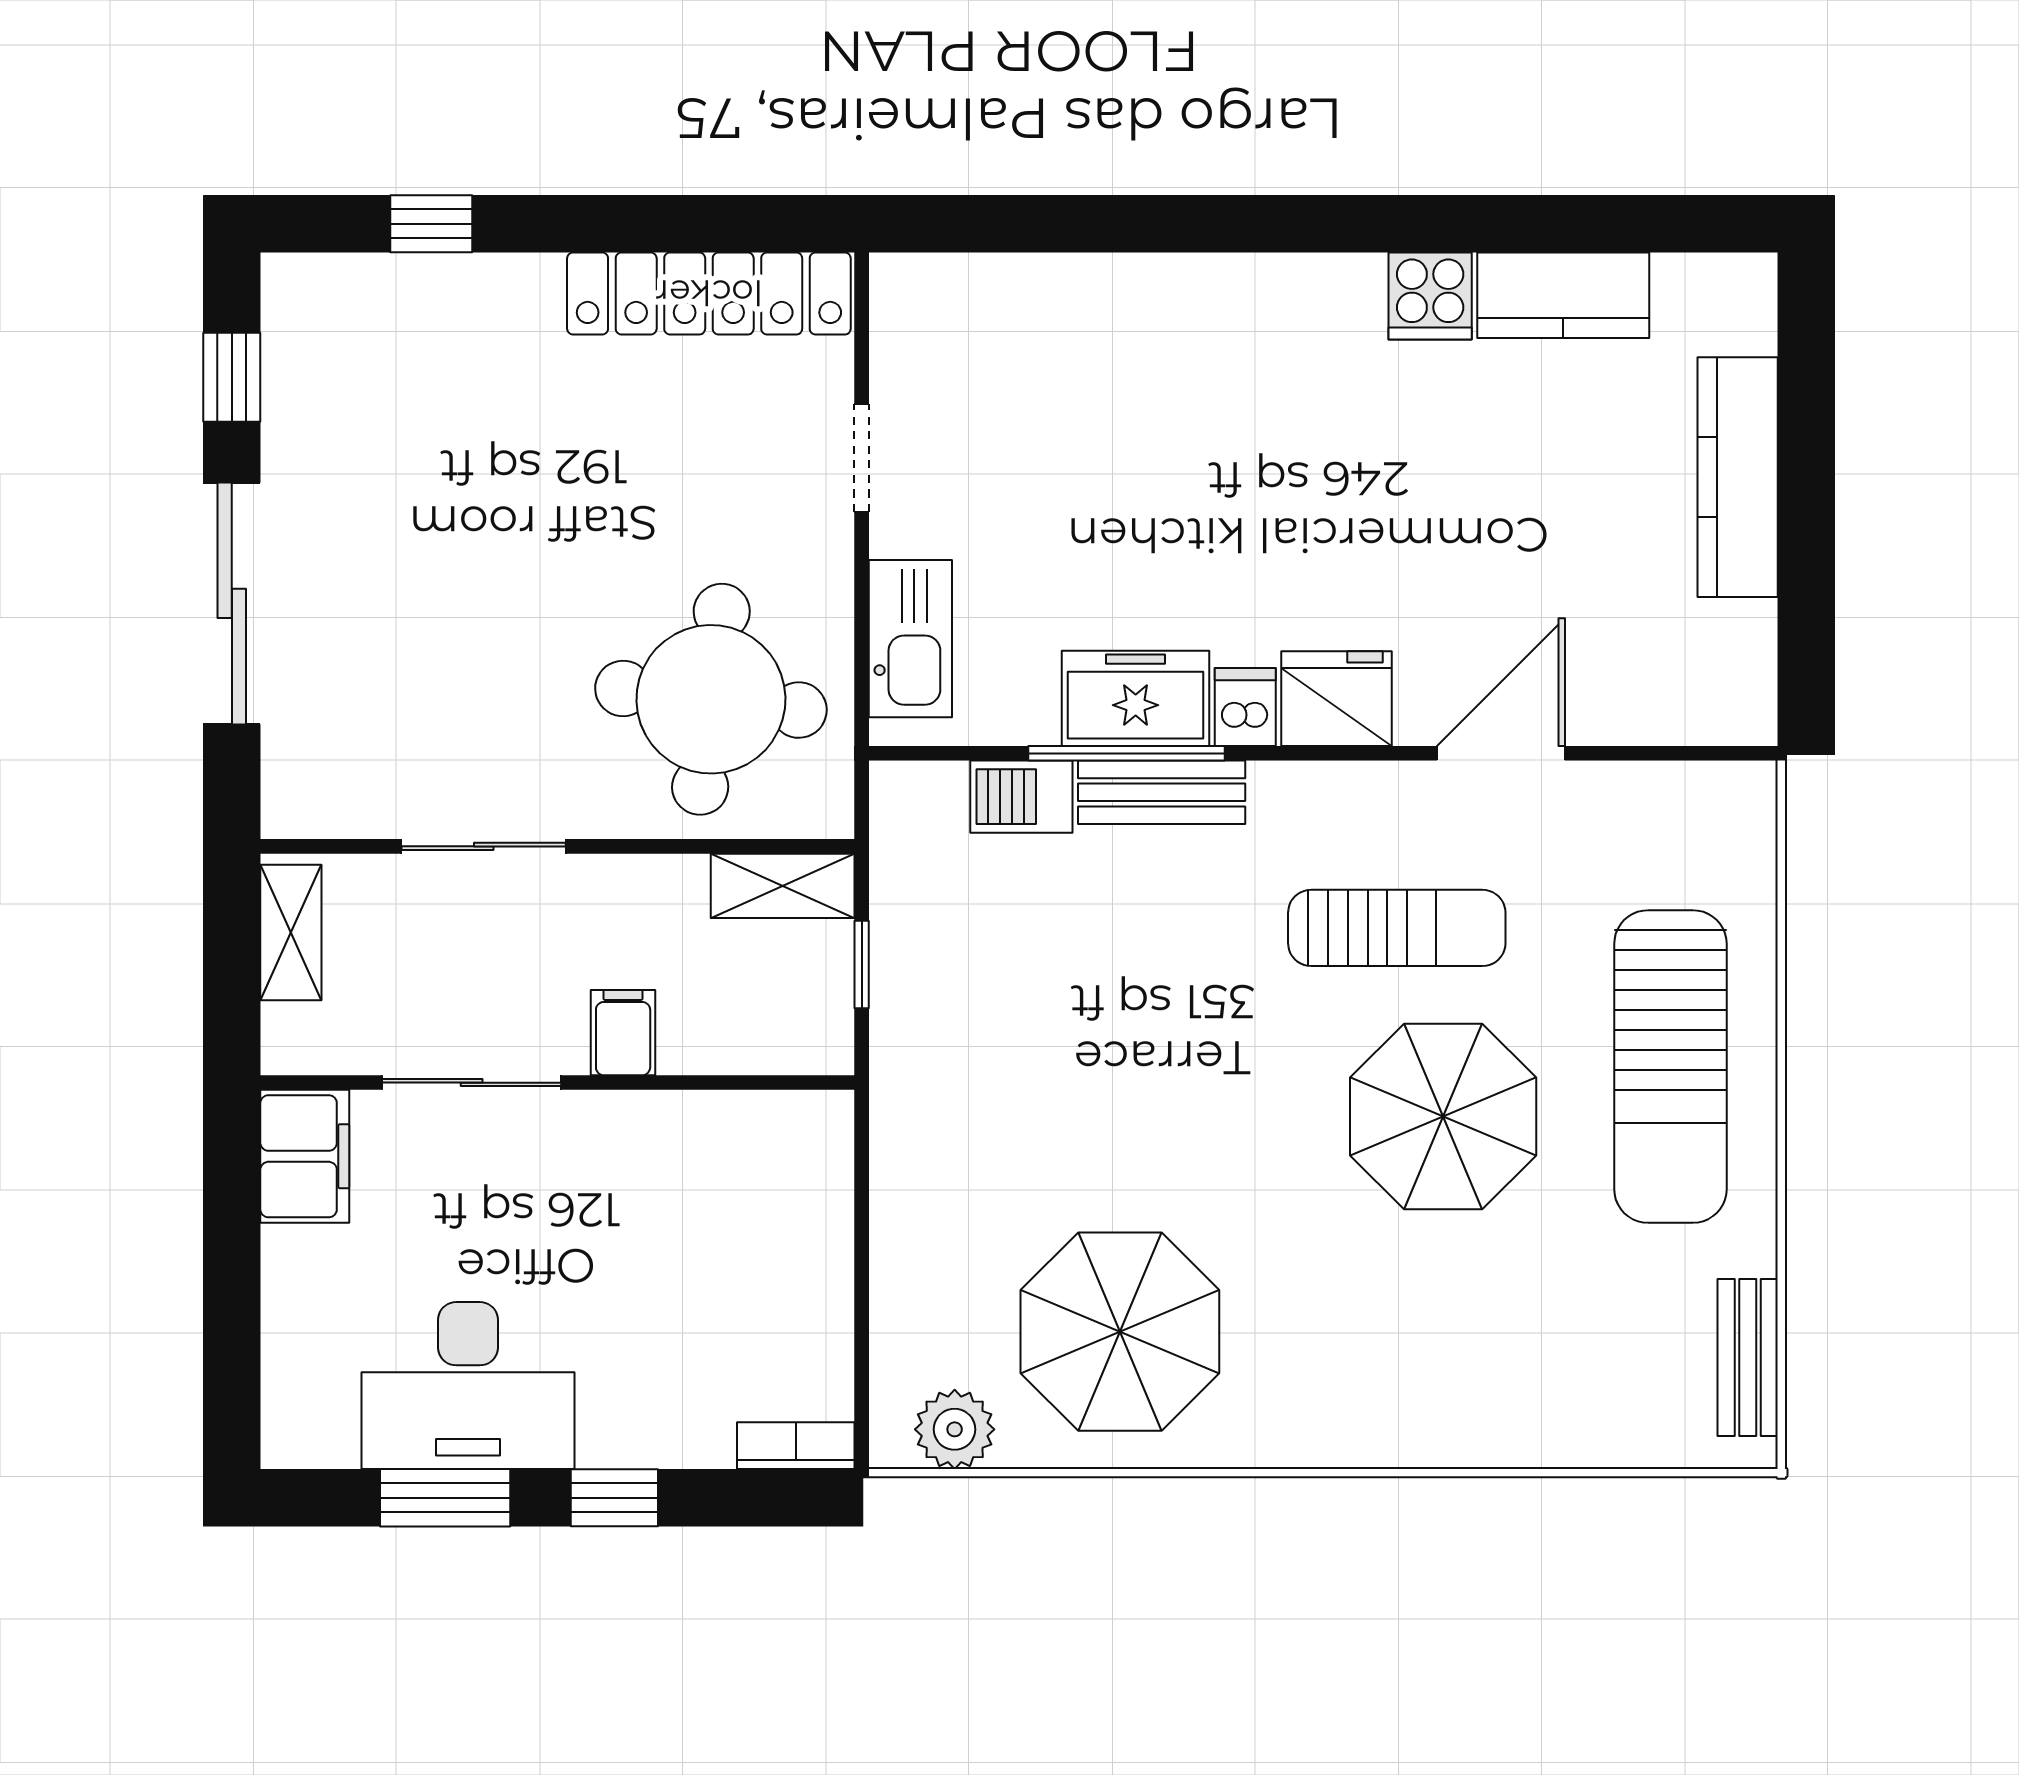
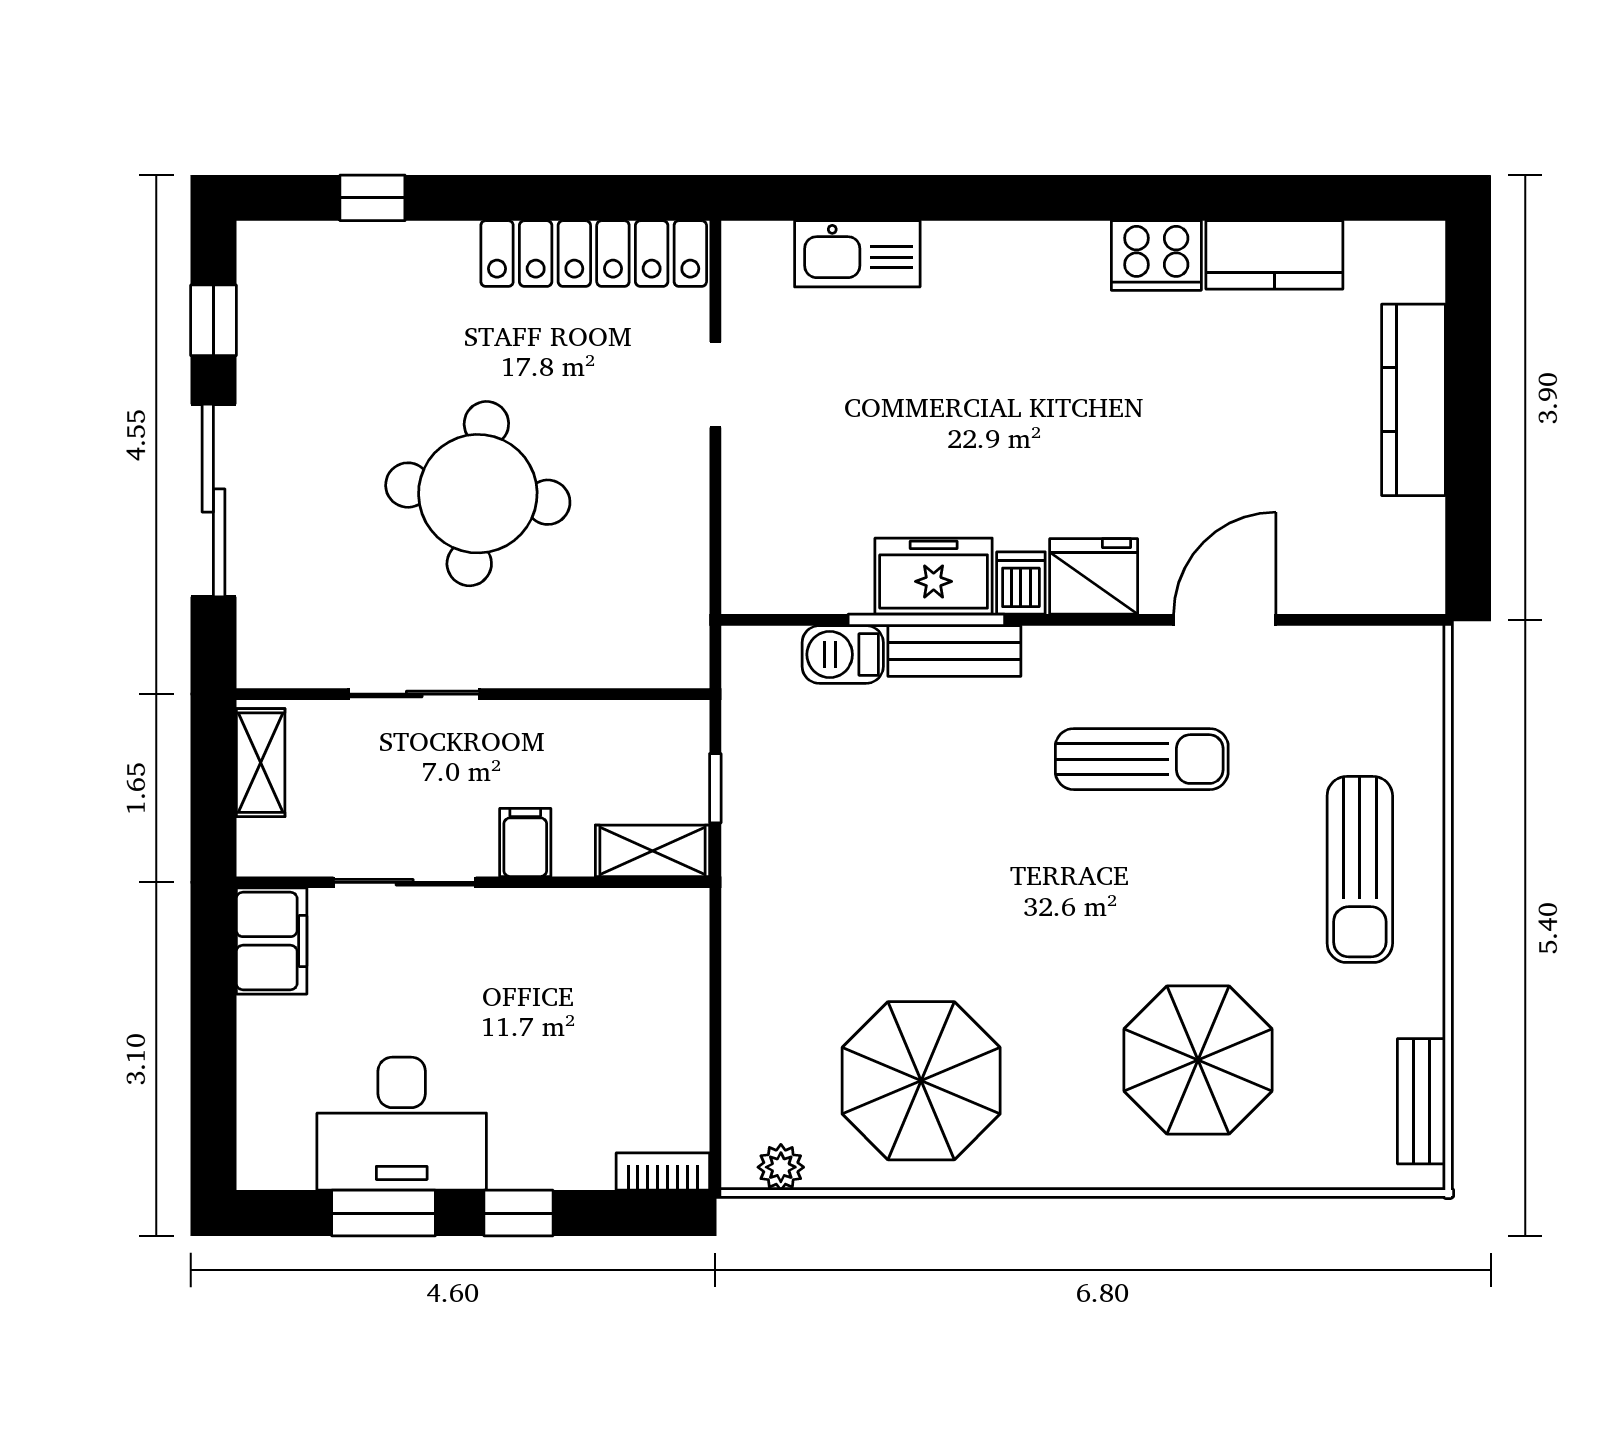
cooker: (1430, 296) -> (1156, 256), width x1.36
kitchen sink: (910, 639) -> (857, 254), moved, turned 90
round table: (711, 699) -> (478, 494), moved
shelving: (783, 886) -> (652, 851), moved
sun lounger: (1670, 1067) -> (1360, 869), width x0.73, depth x0.75
parasol: (1443, 1117) -> (1198, 1060), moved
plant: (955, 1429) -> (781, 1167), width x0.73, depth x0.73

